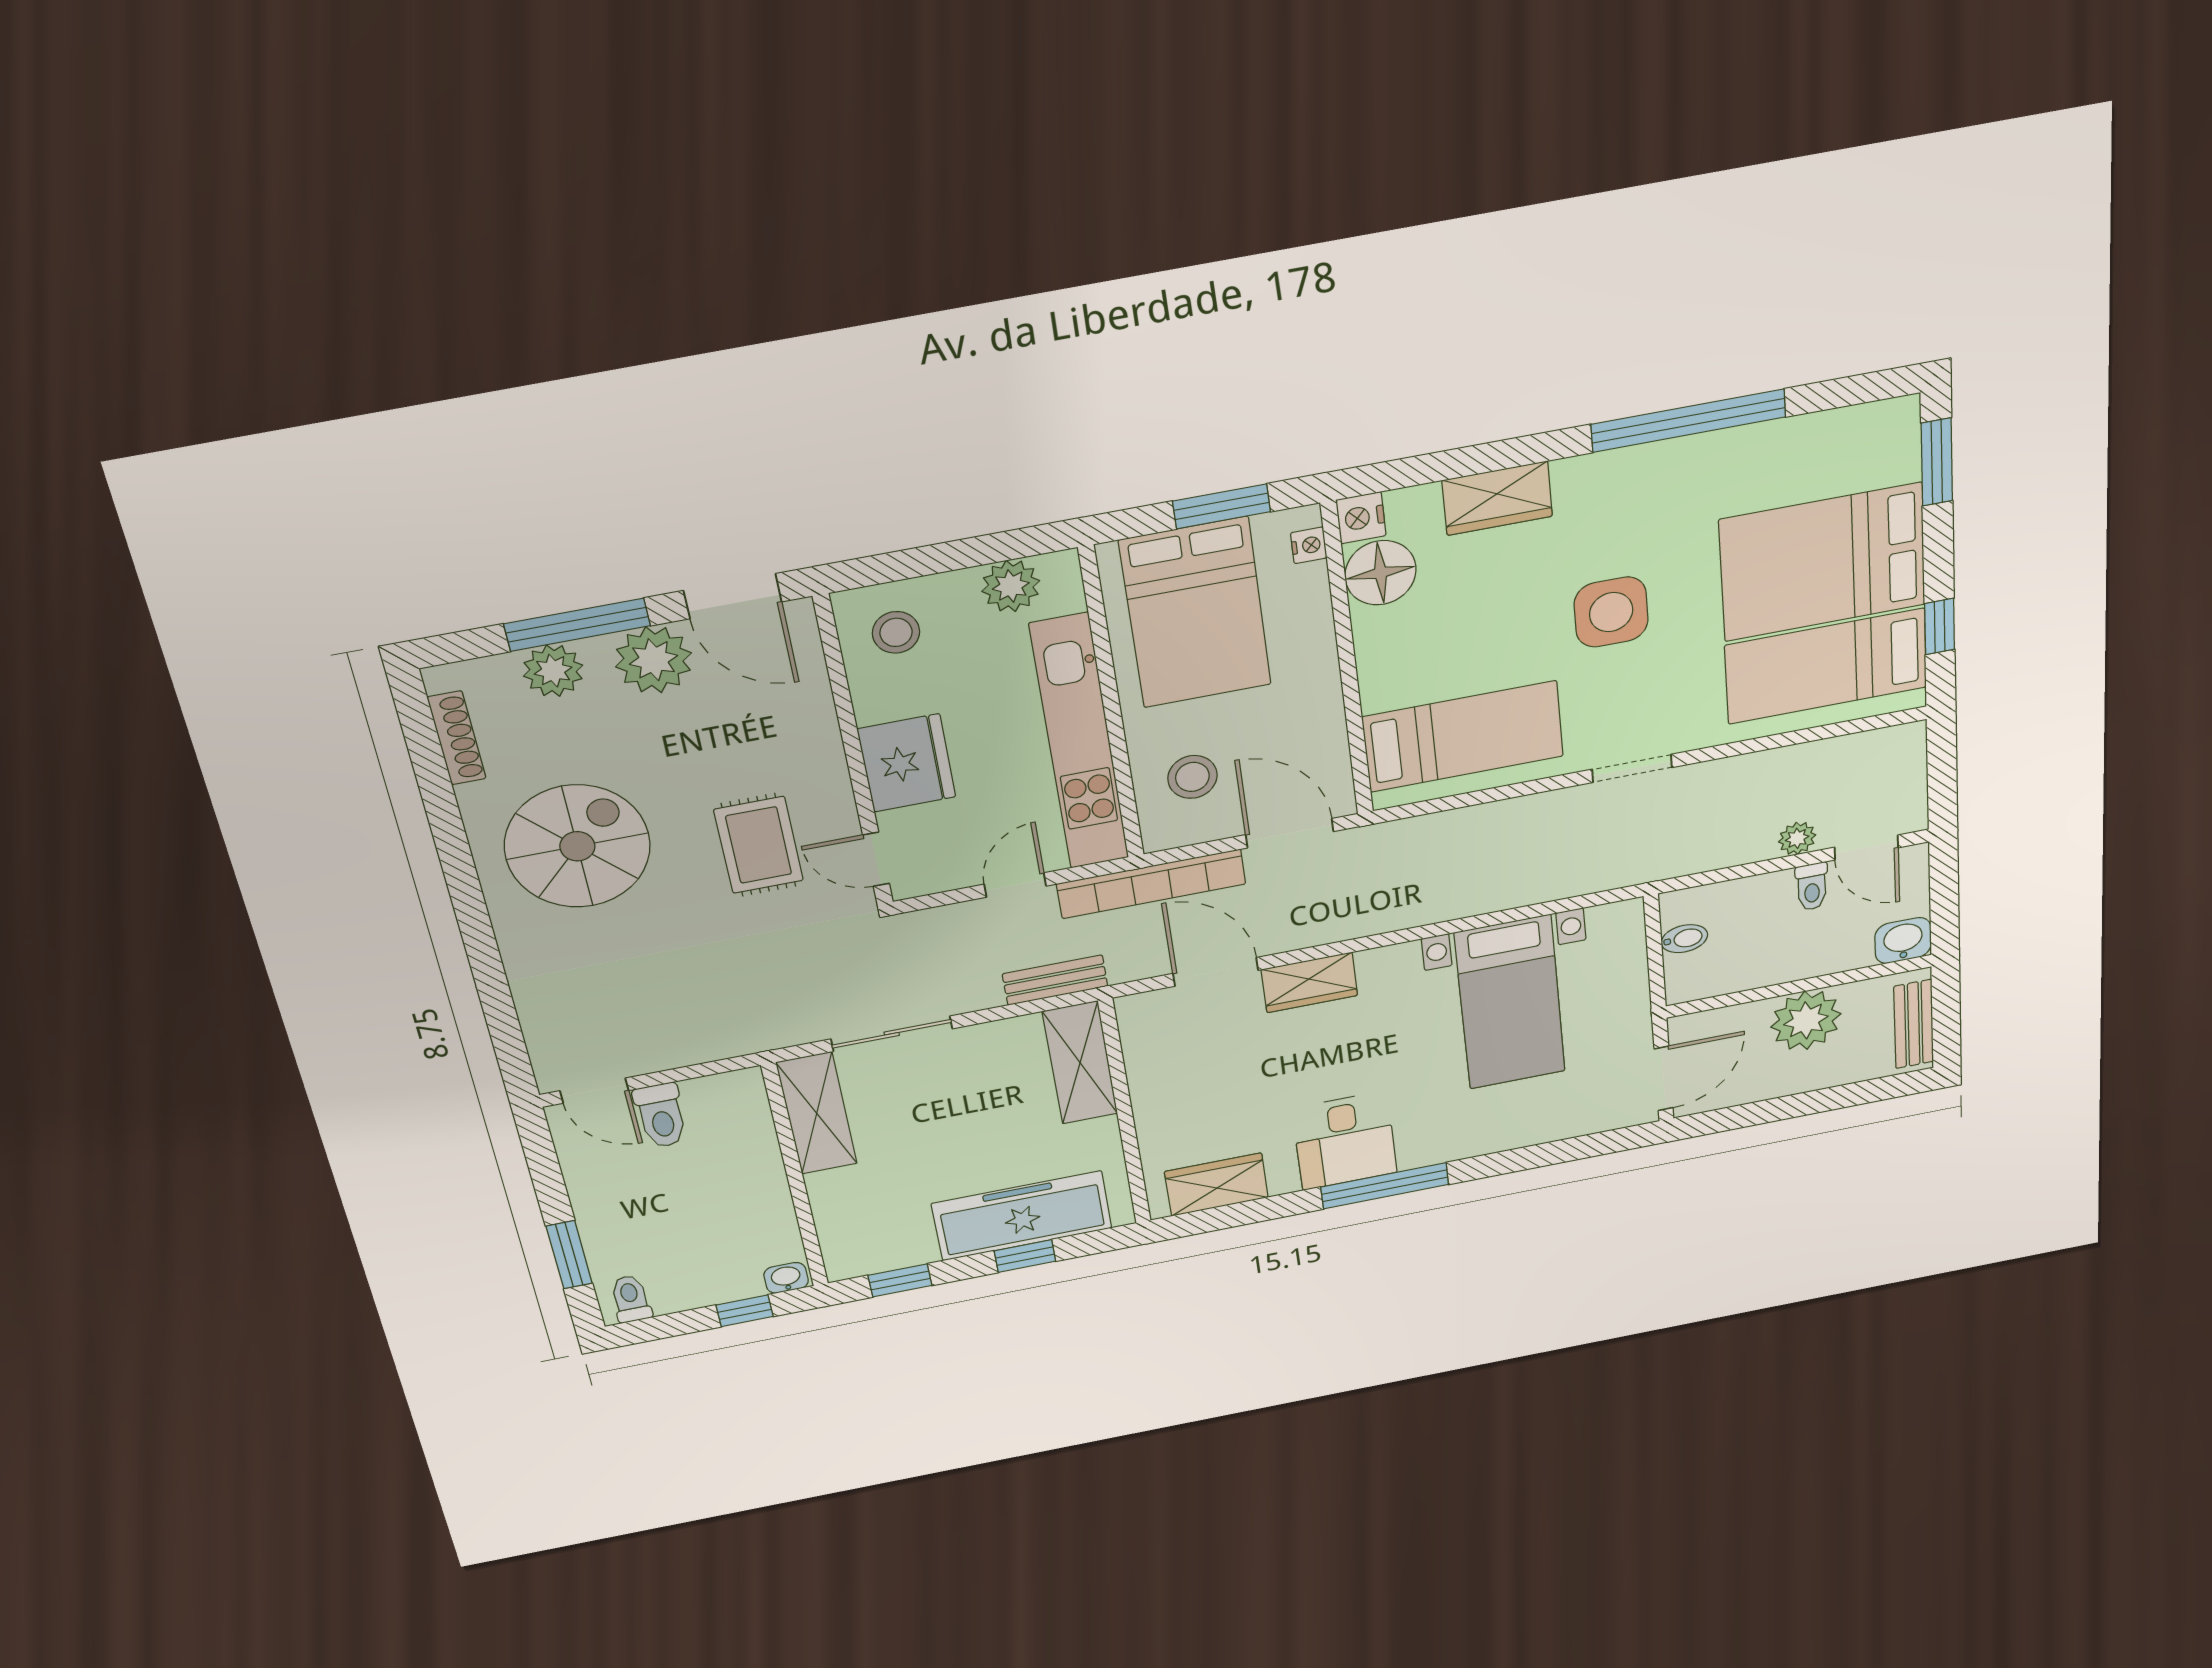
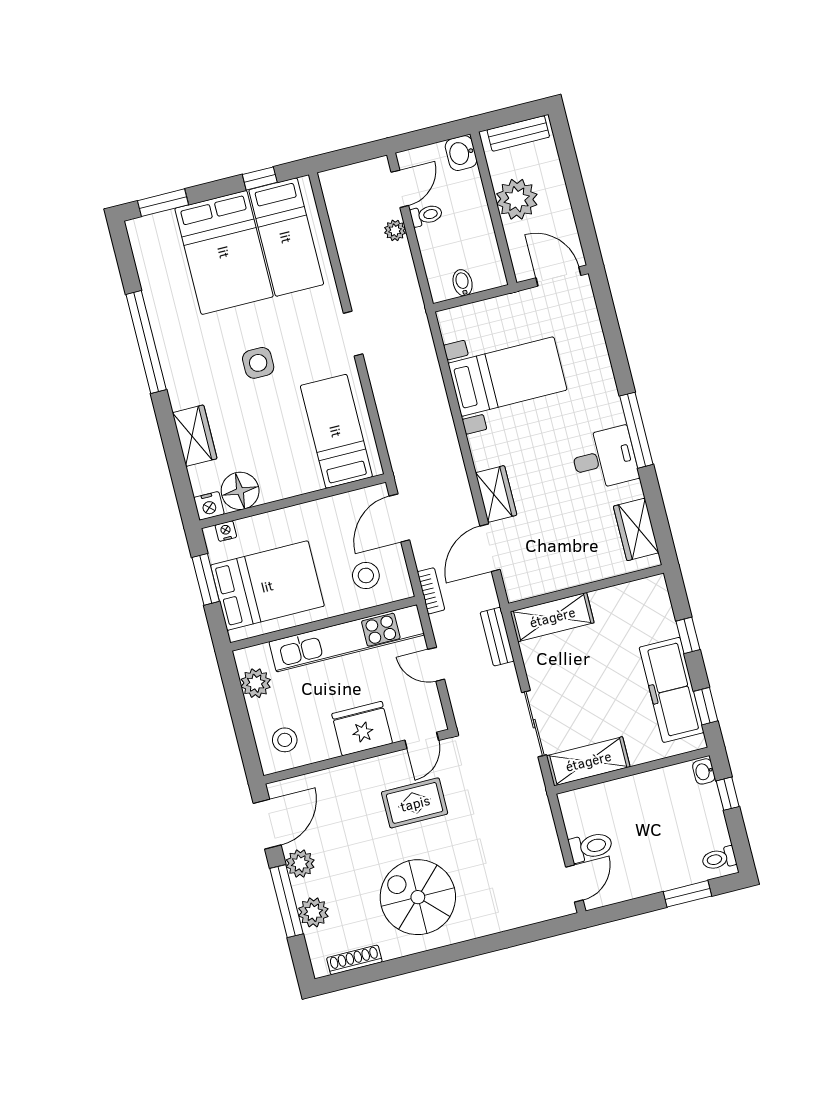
side table: (1611, 612) -> (258, 363), width x0.73, depth x0.73
plant: (654, 660) -> (300, 863), width x0.73, depth x0.73
bookcase: (1151, 884) -> (431, 591), width x0.43, depth x0.76
freezer: (1022, 1216) -> (672, 690), moved

